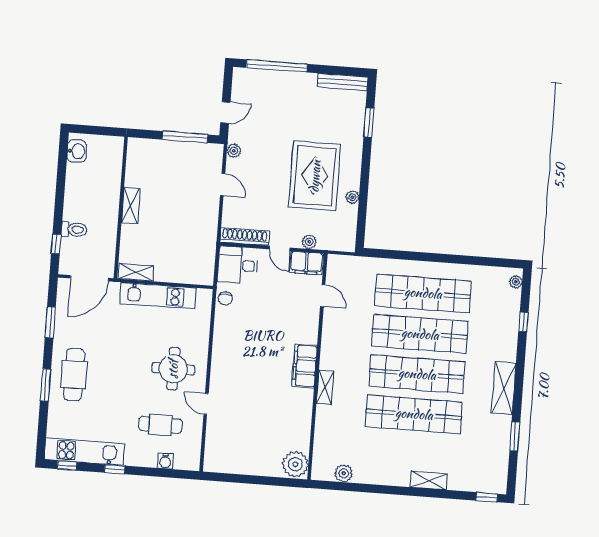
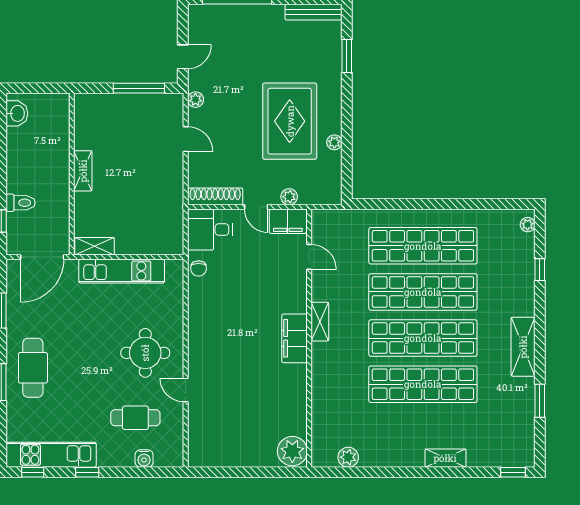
shelving: (325, 387) -> (320, 322), moved

